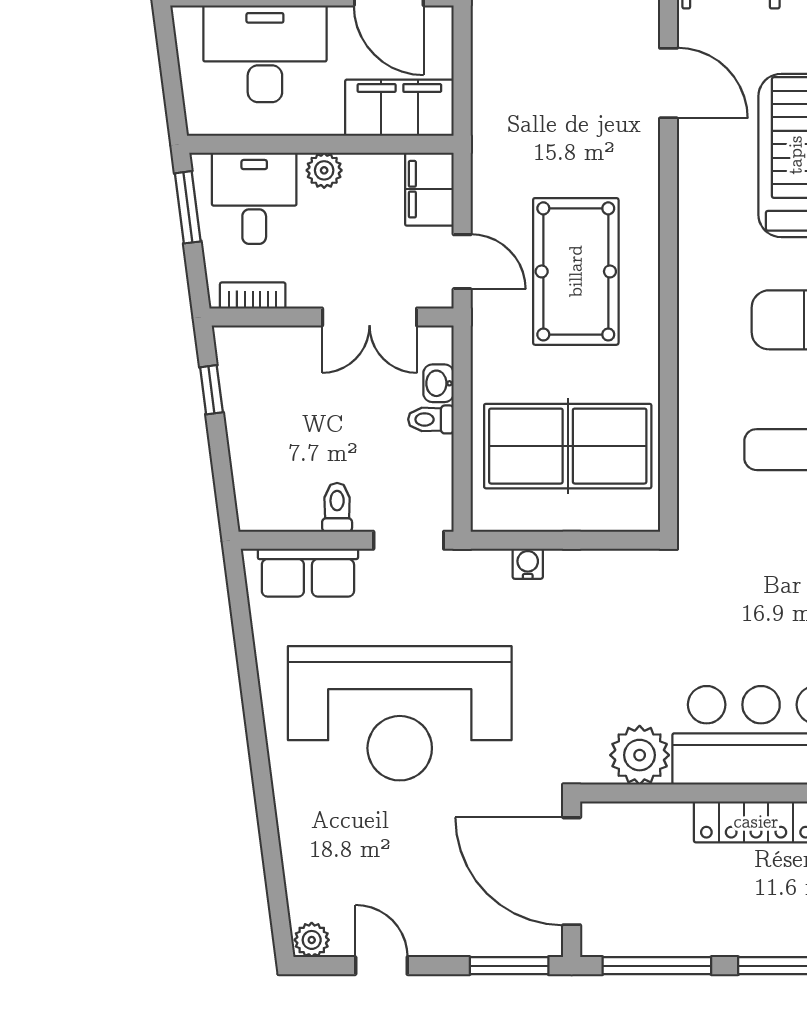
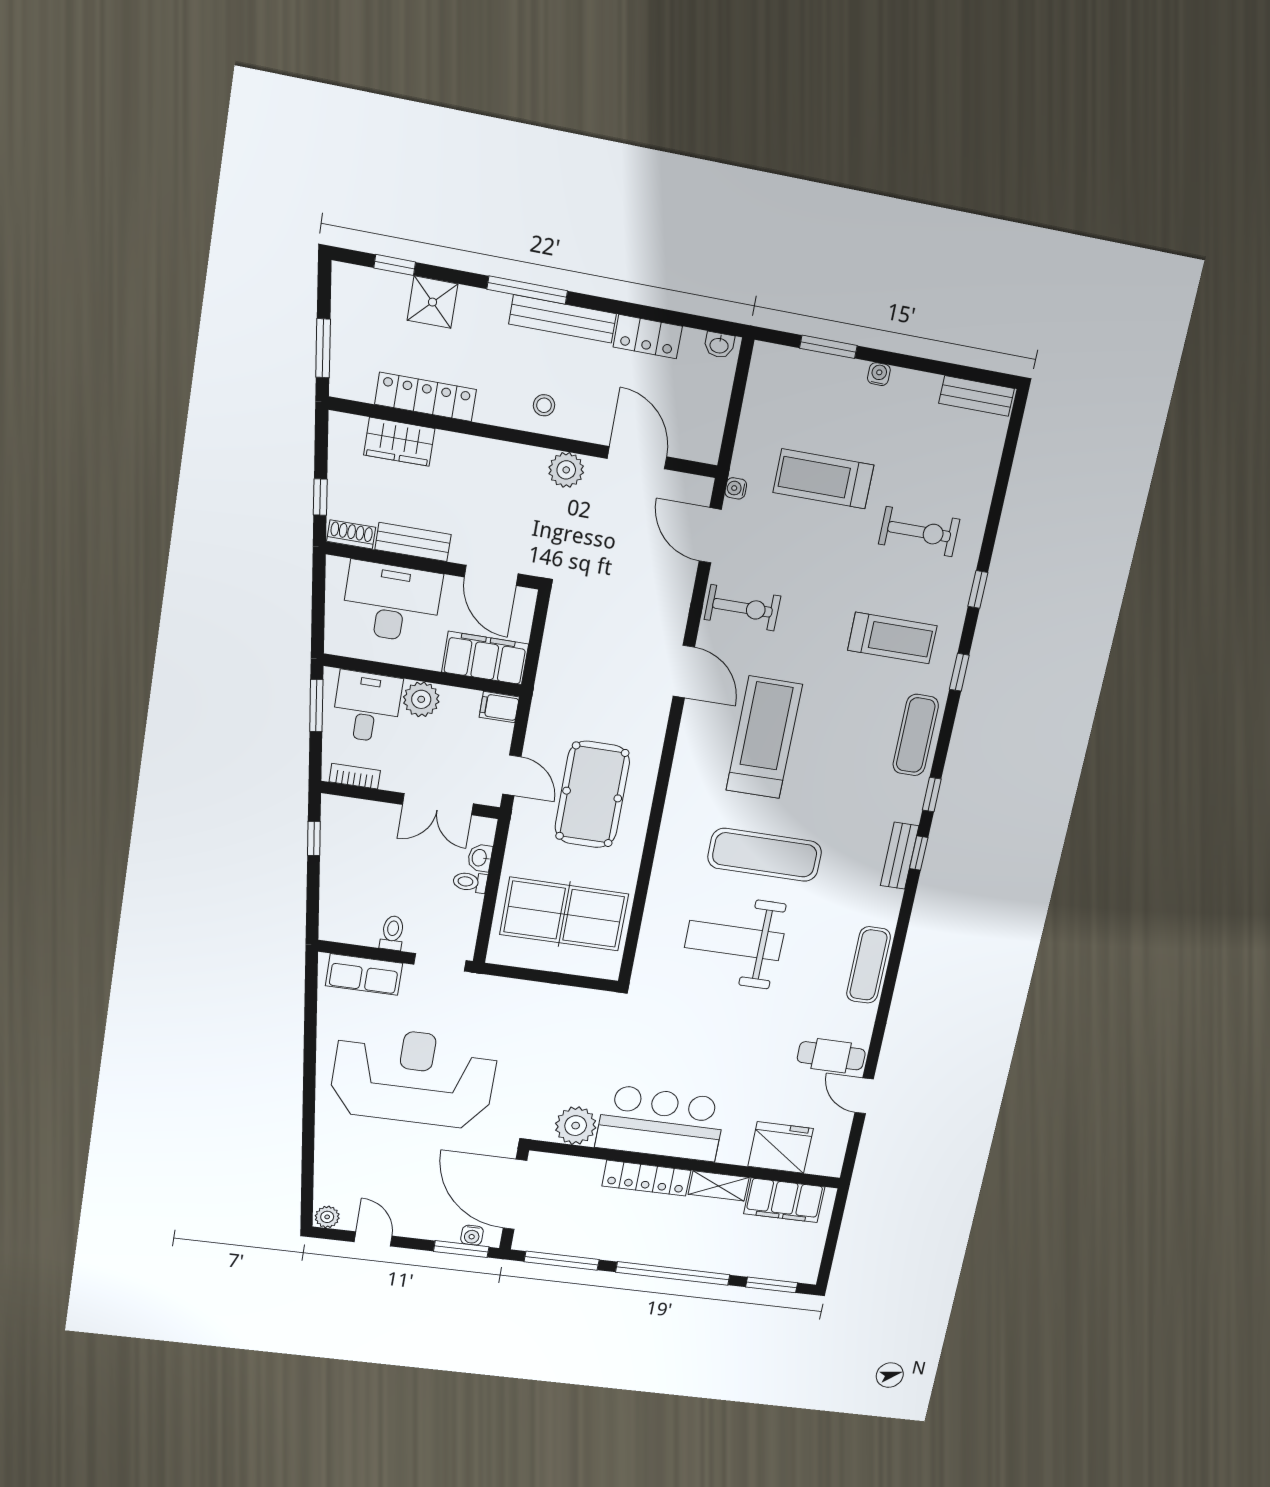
plant: (324, 170) -> (421, 699), width x1.38, depth x1.38
filing cabinet: (429, 189) -> (499, 707), width x0.50
water cooler: (528, 564) -> (472, 1235), moved, turned 180
reception desk: (400, 713) -> (414, 1077), turned 180

